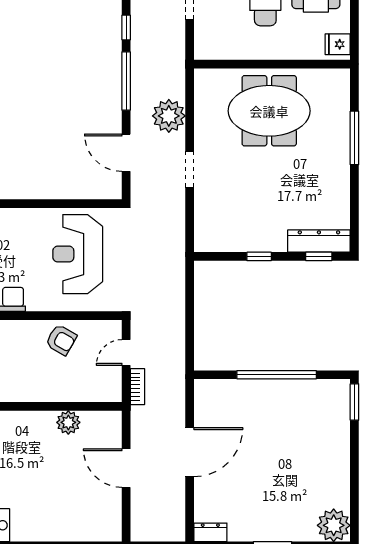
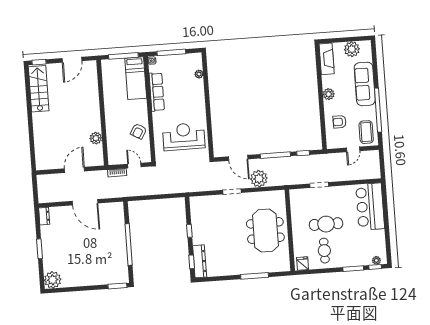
door: (126, 153) -> (238, 158), swing flipped

